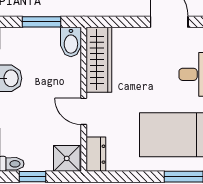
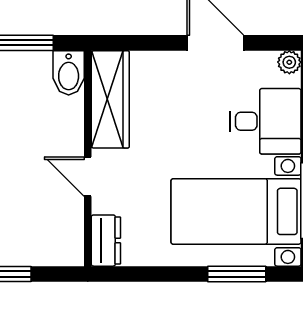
shower: (67, 158) -> (62, 247), removed

